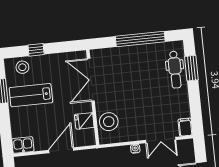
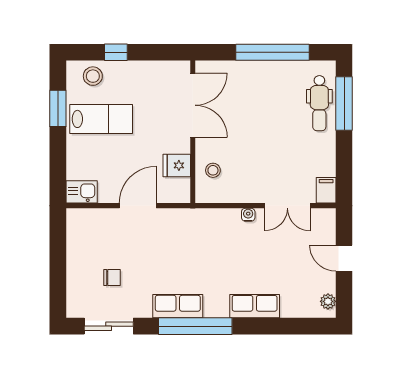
window: (191, 68) -> (344, 103), width x1.44
double door: (91, 80) -> (193, 105), swing flipped
lab bench: (31, 95) -> (101, 119), turned 180
stool: (109, 122) -> (213, 170), width x0.53, depth x0.53

